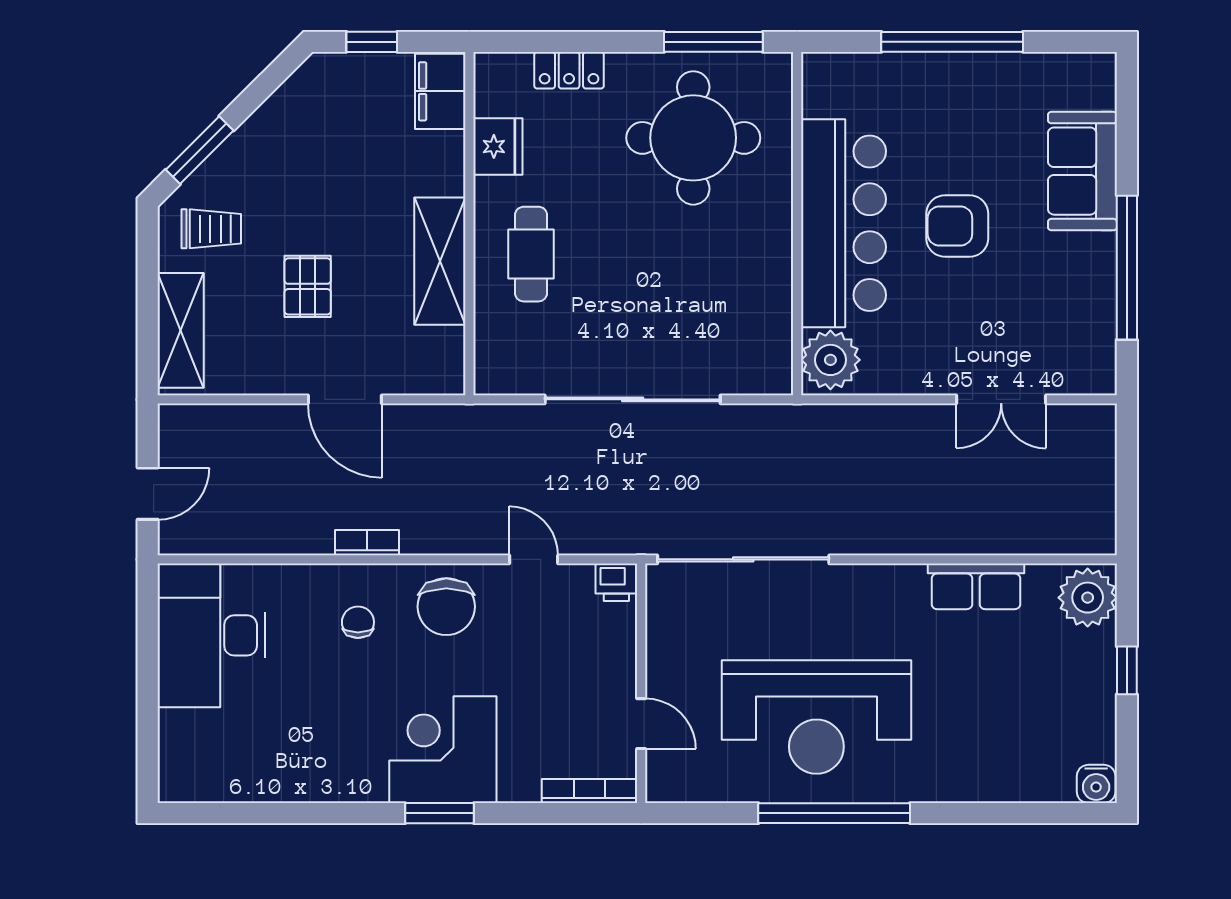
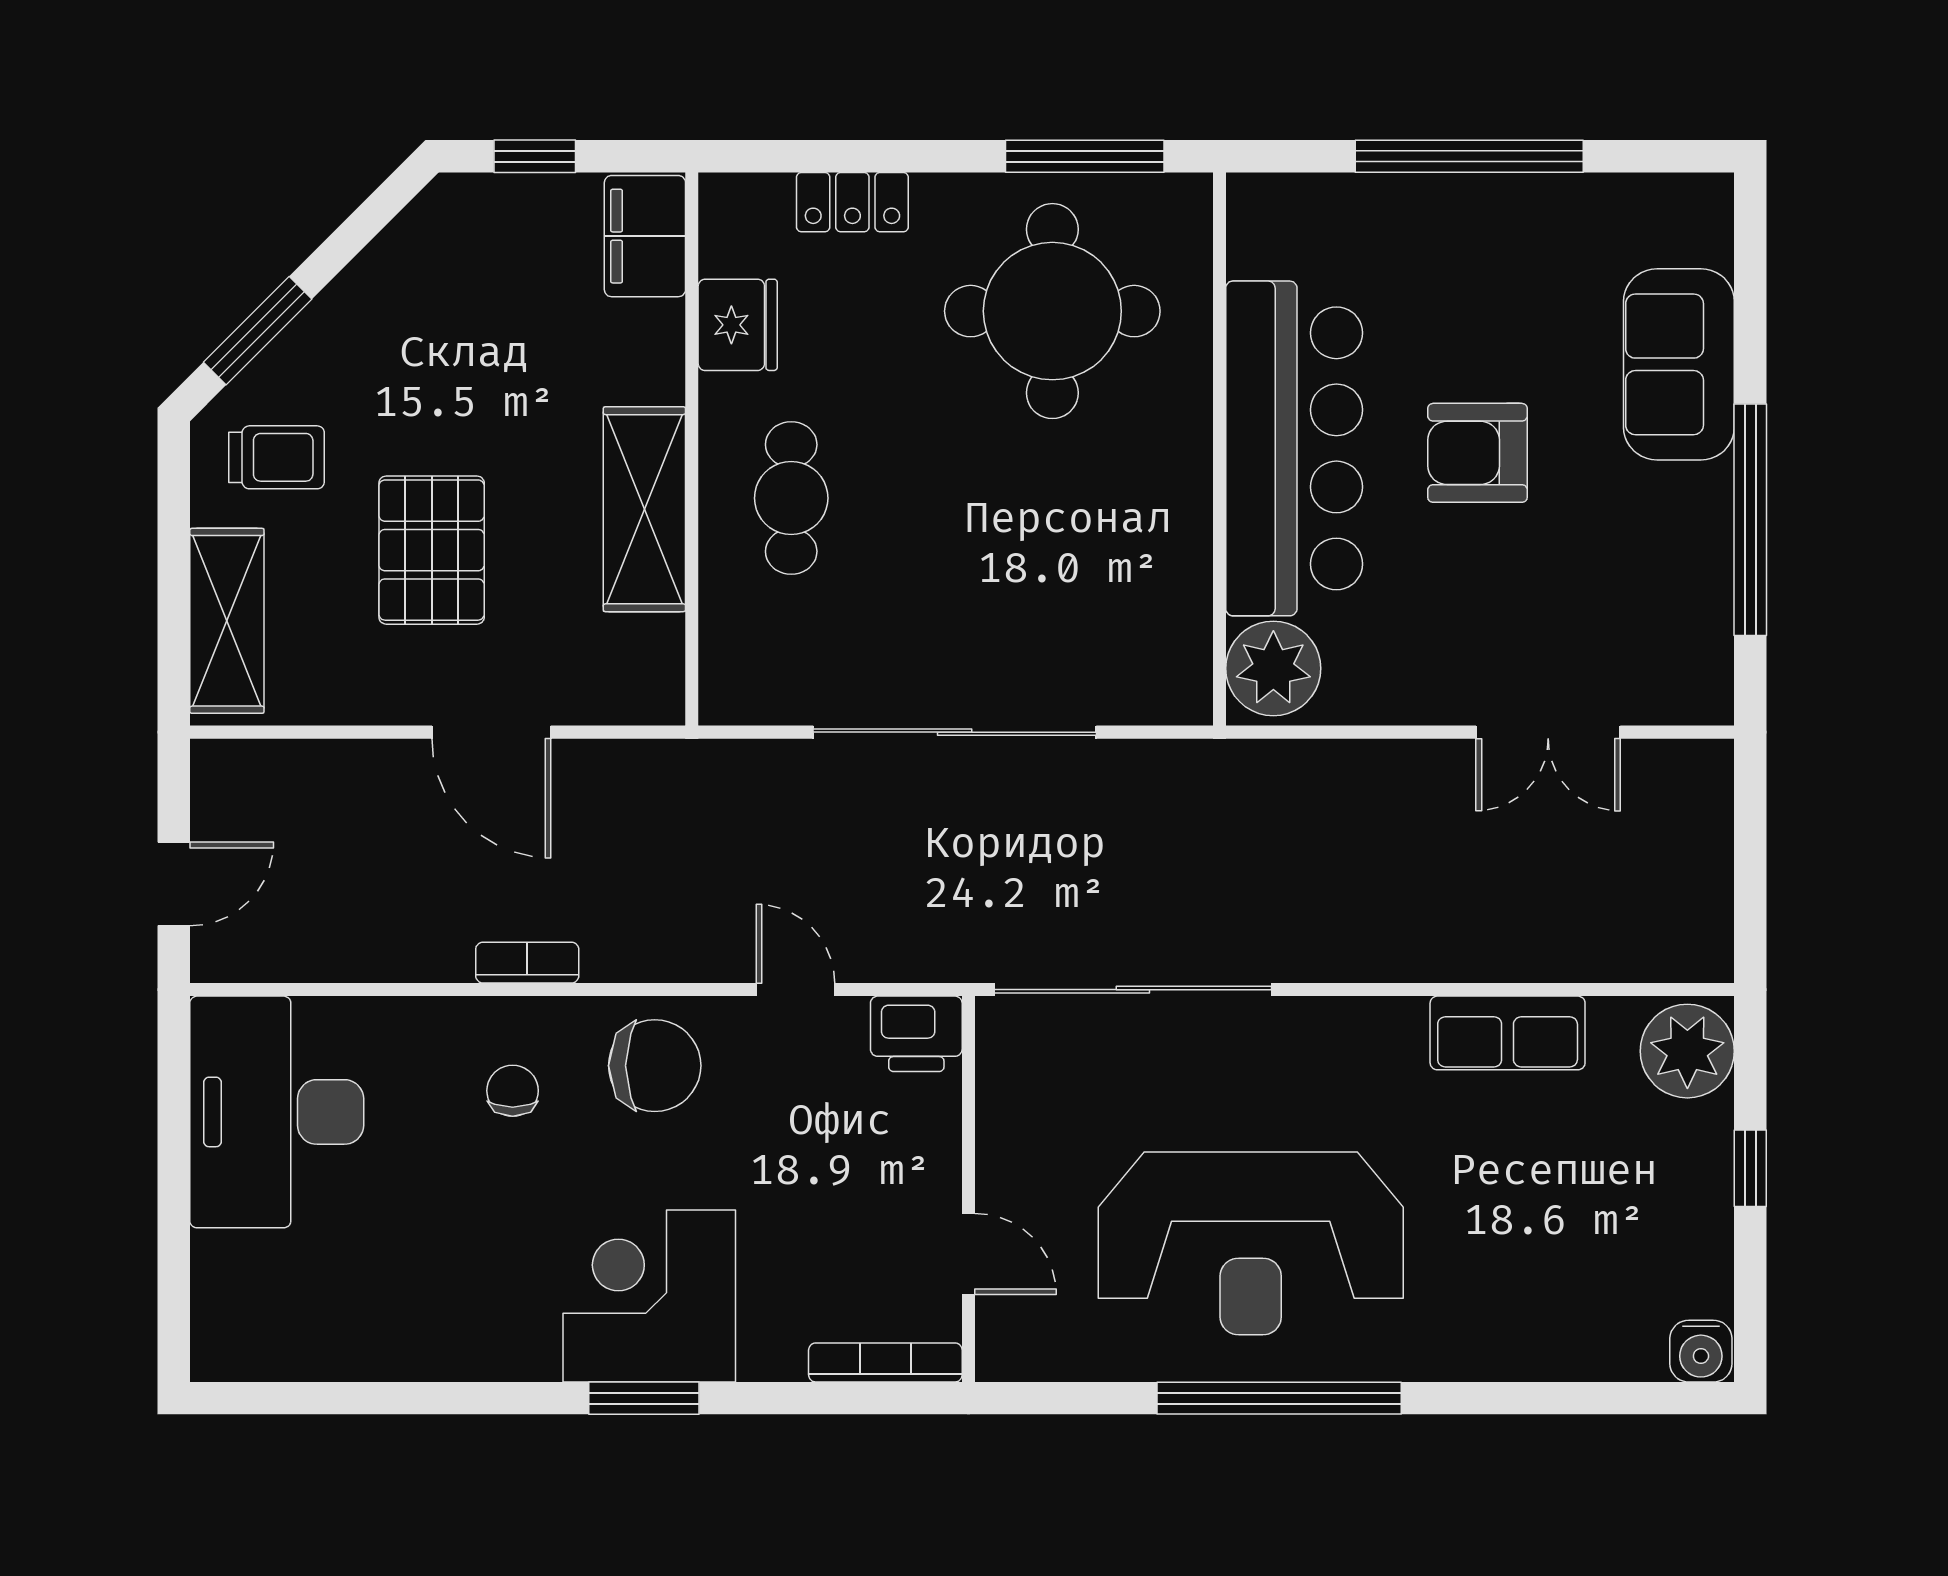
pallet: (308, 286) -> (432, 550), width x1.50, depth x1.42
printer: (616, 582) -> (916, 1034), width x1.36, depth x1.24
chair: (446, 607) -> (655, 1066), turned -90

